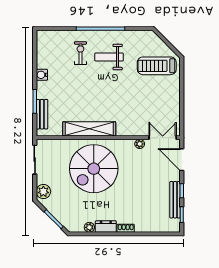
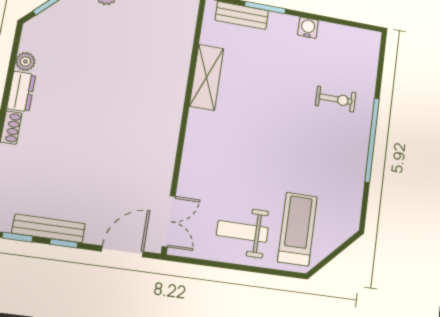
weight bench: (109, 57) -> (242, 231), moved, turned -90
shelving: (89, 129) -> (207, 77), width x0.68
plant: (140, 144) -> (164, 178), removed
spiral stairs: (94, 169) -> (132, 88), removed

